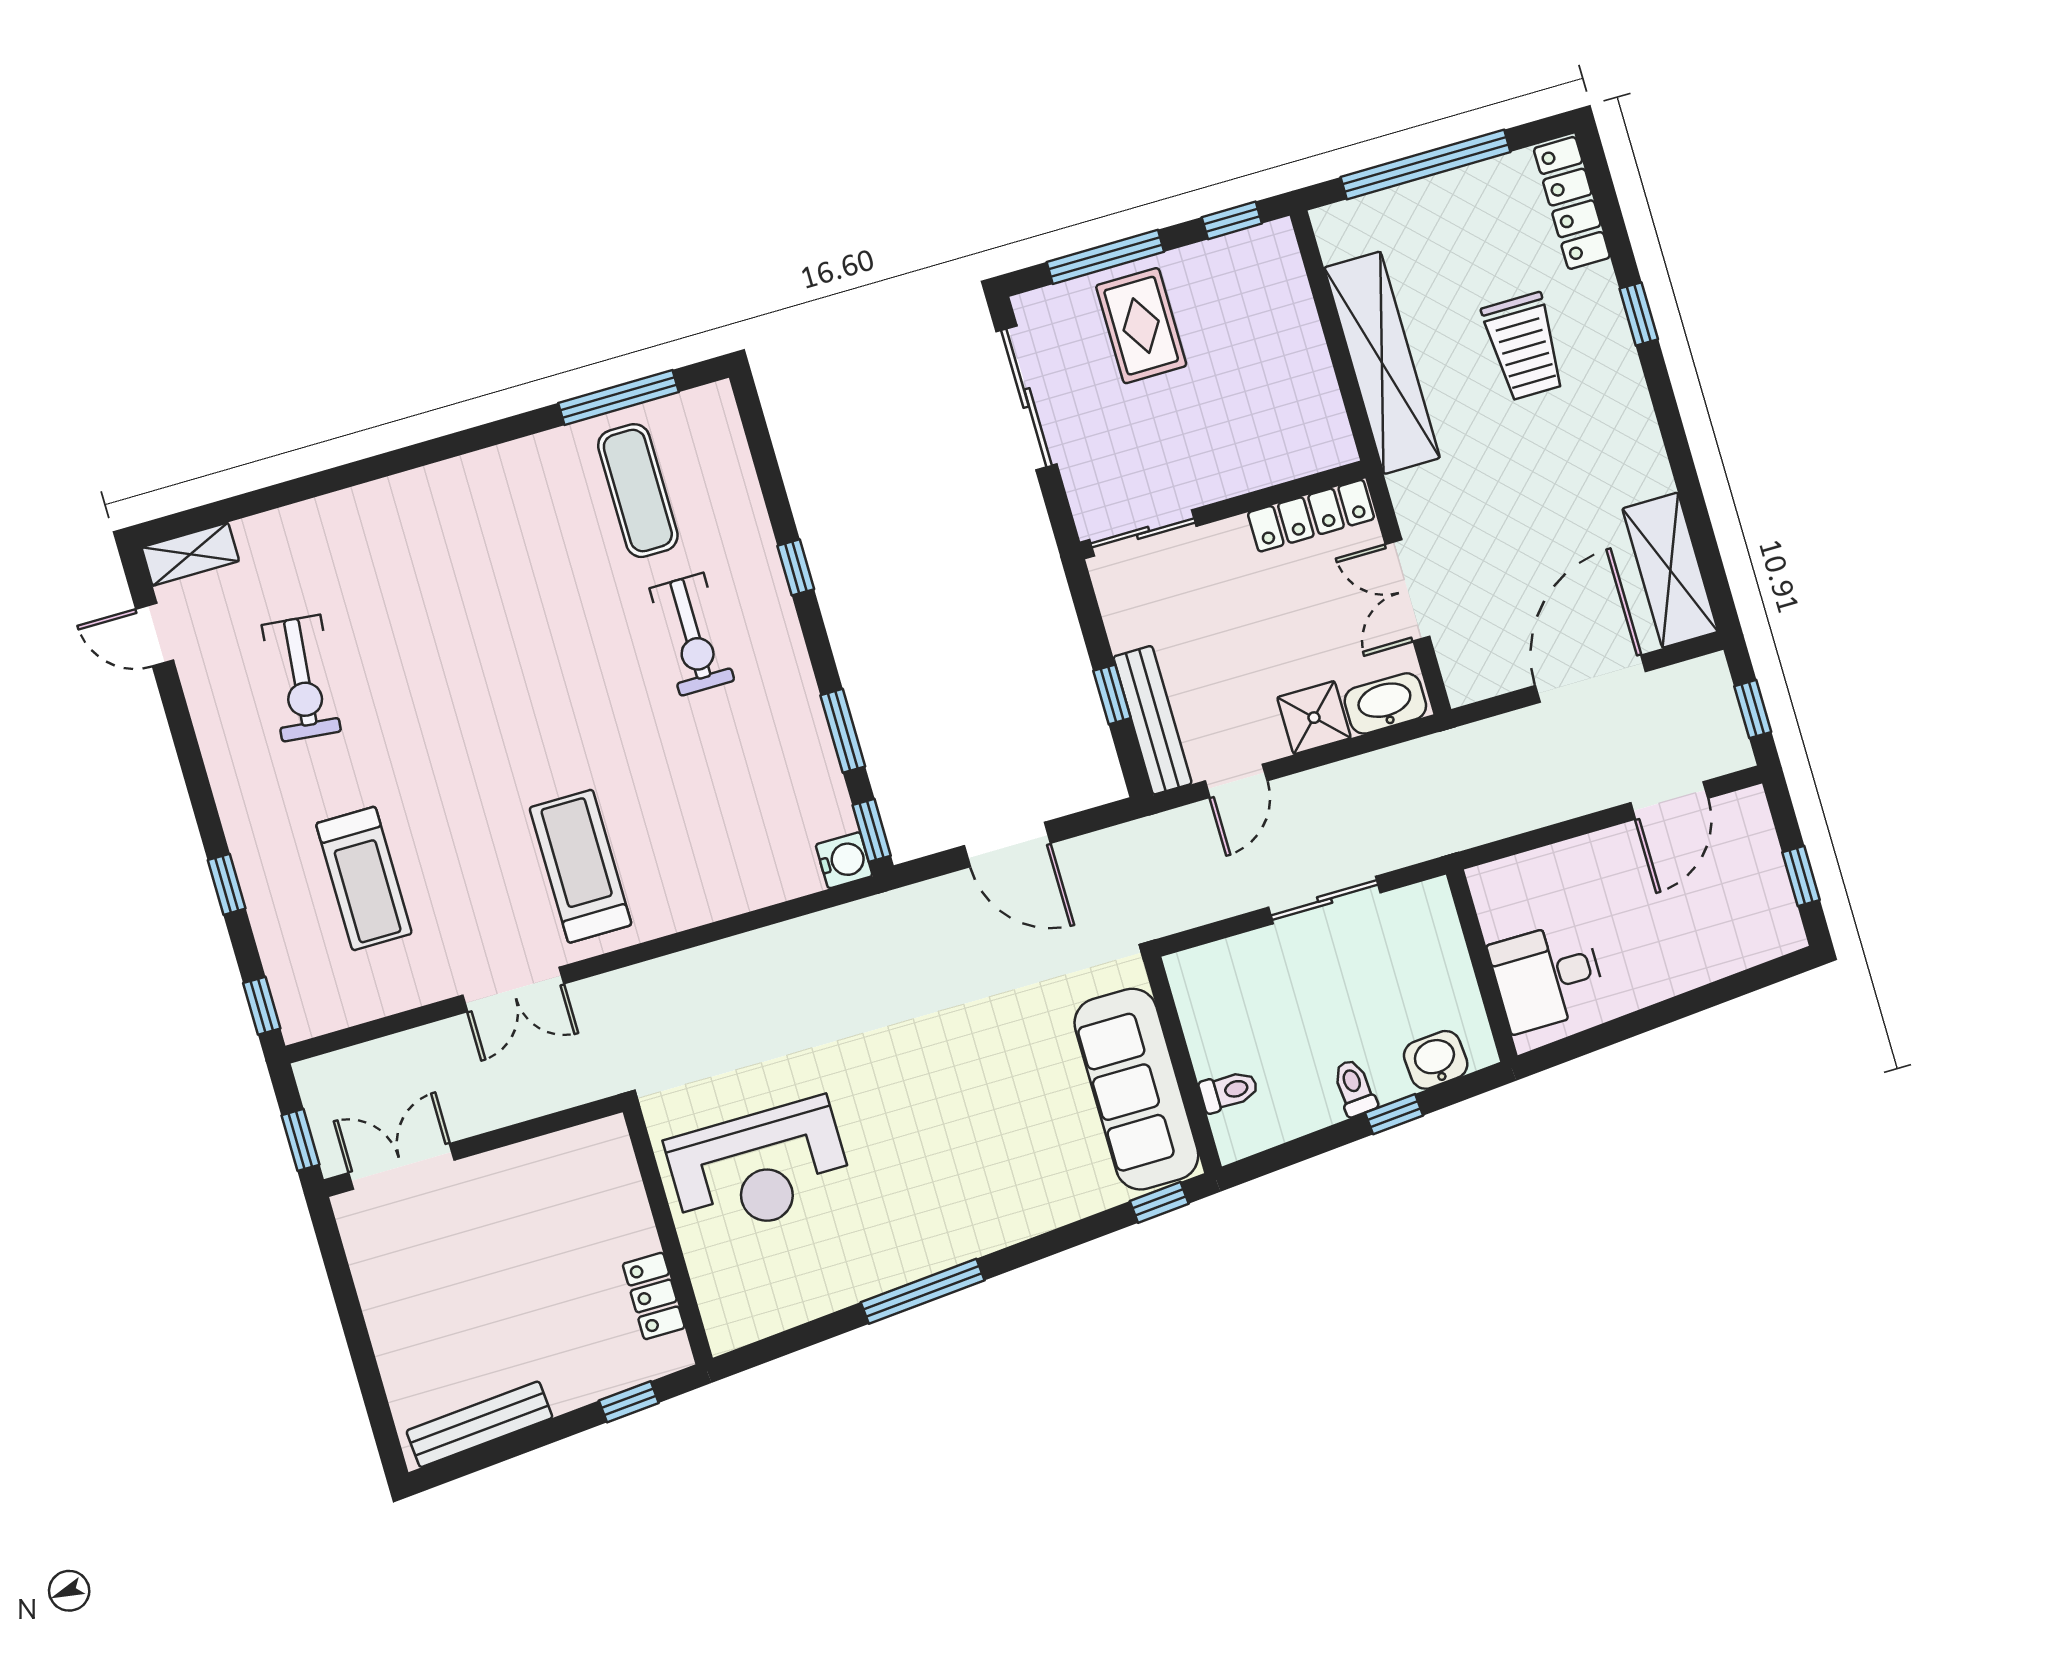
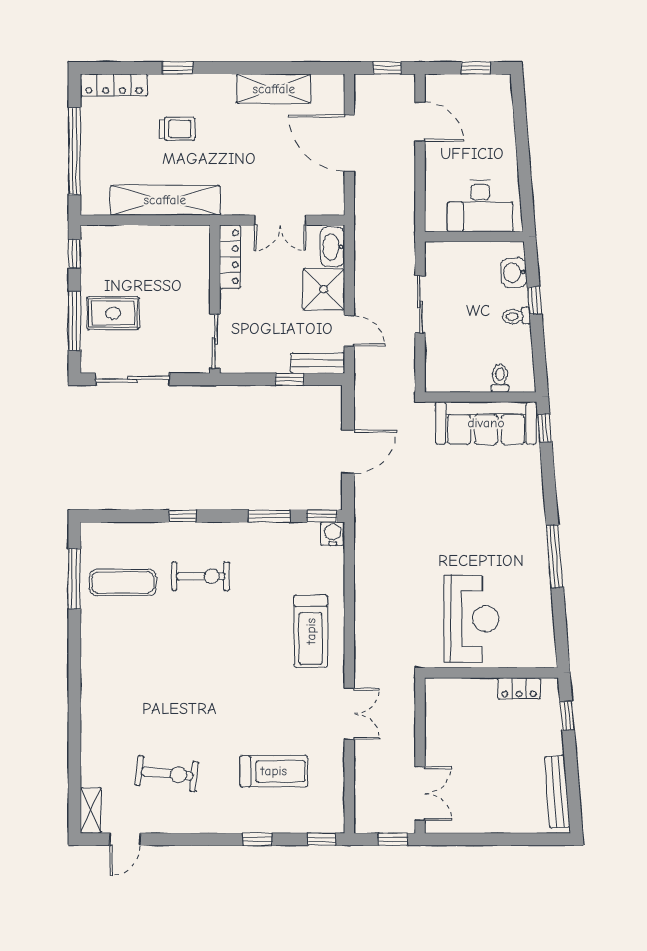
trolley: (1524, 347) -> (177, 129), width x0.73, depth x0.72
shelving: (1670, 570) -> (274, 89), moved
shower: (1314, 718) -> (324, 289), width x1.36, depth x1.36
bench: (1153, 720) -> (318, 363), width x0.73
treadmill: (580, 866) -> (311, 631), moved, turned -90
desk: (1548, 977) -> (480, 206), width x1.37
double door: (401, 1166) -> (420, 794), swing flipped

